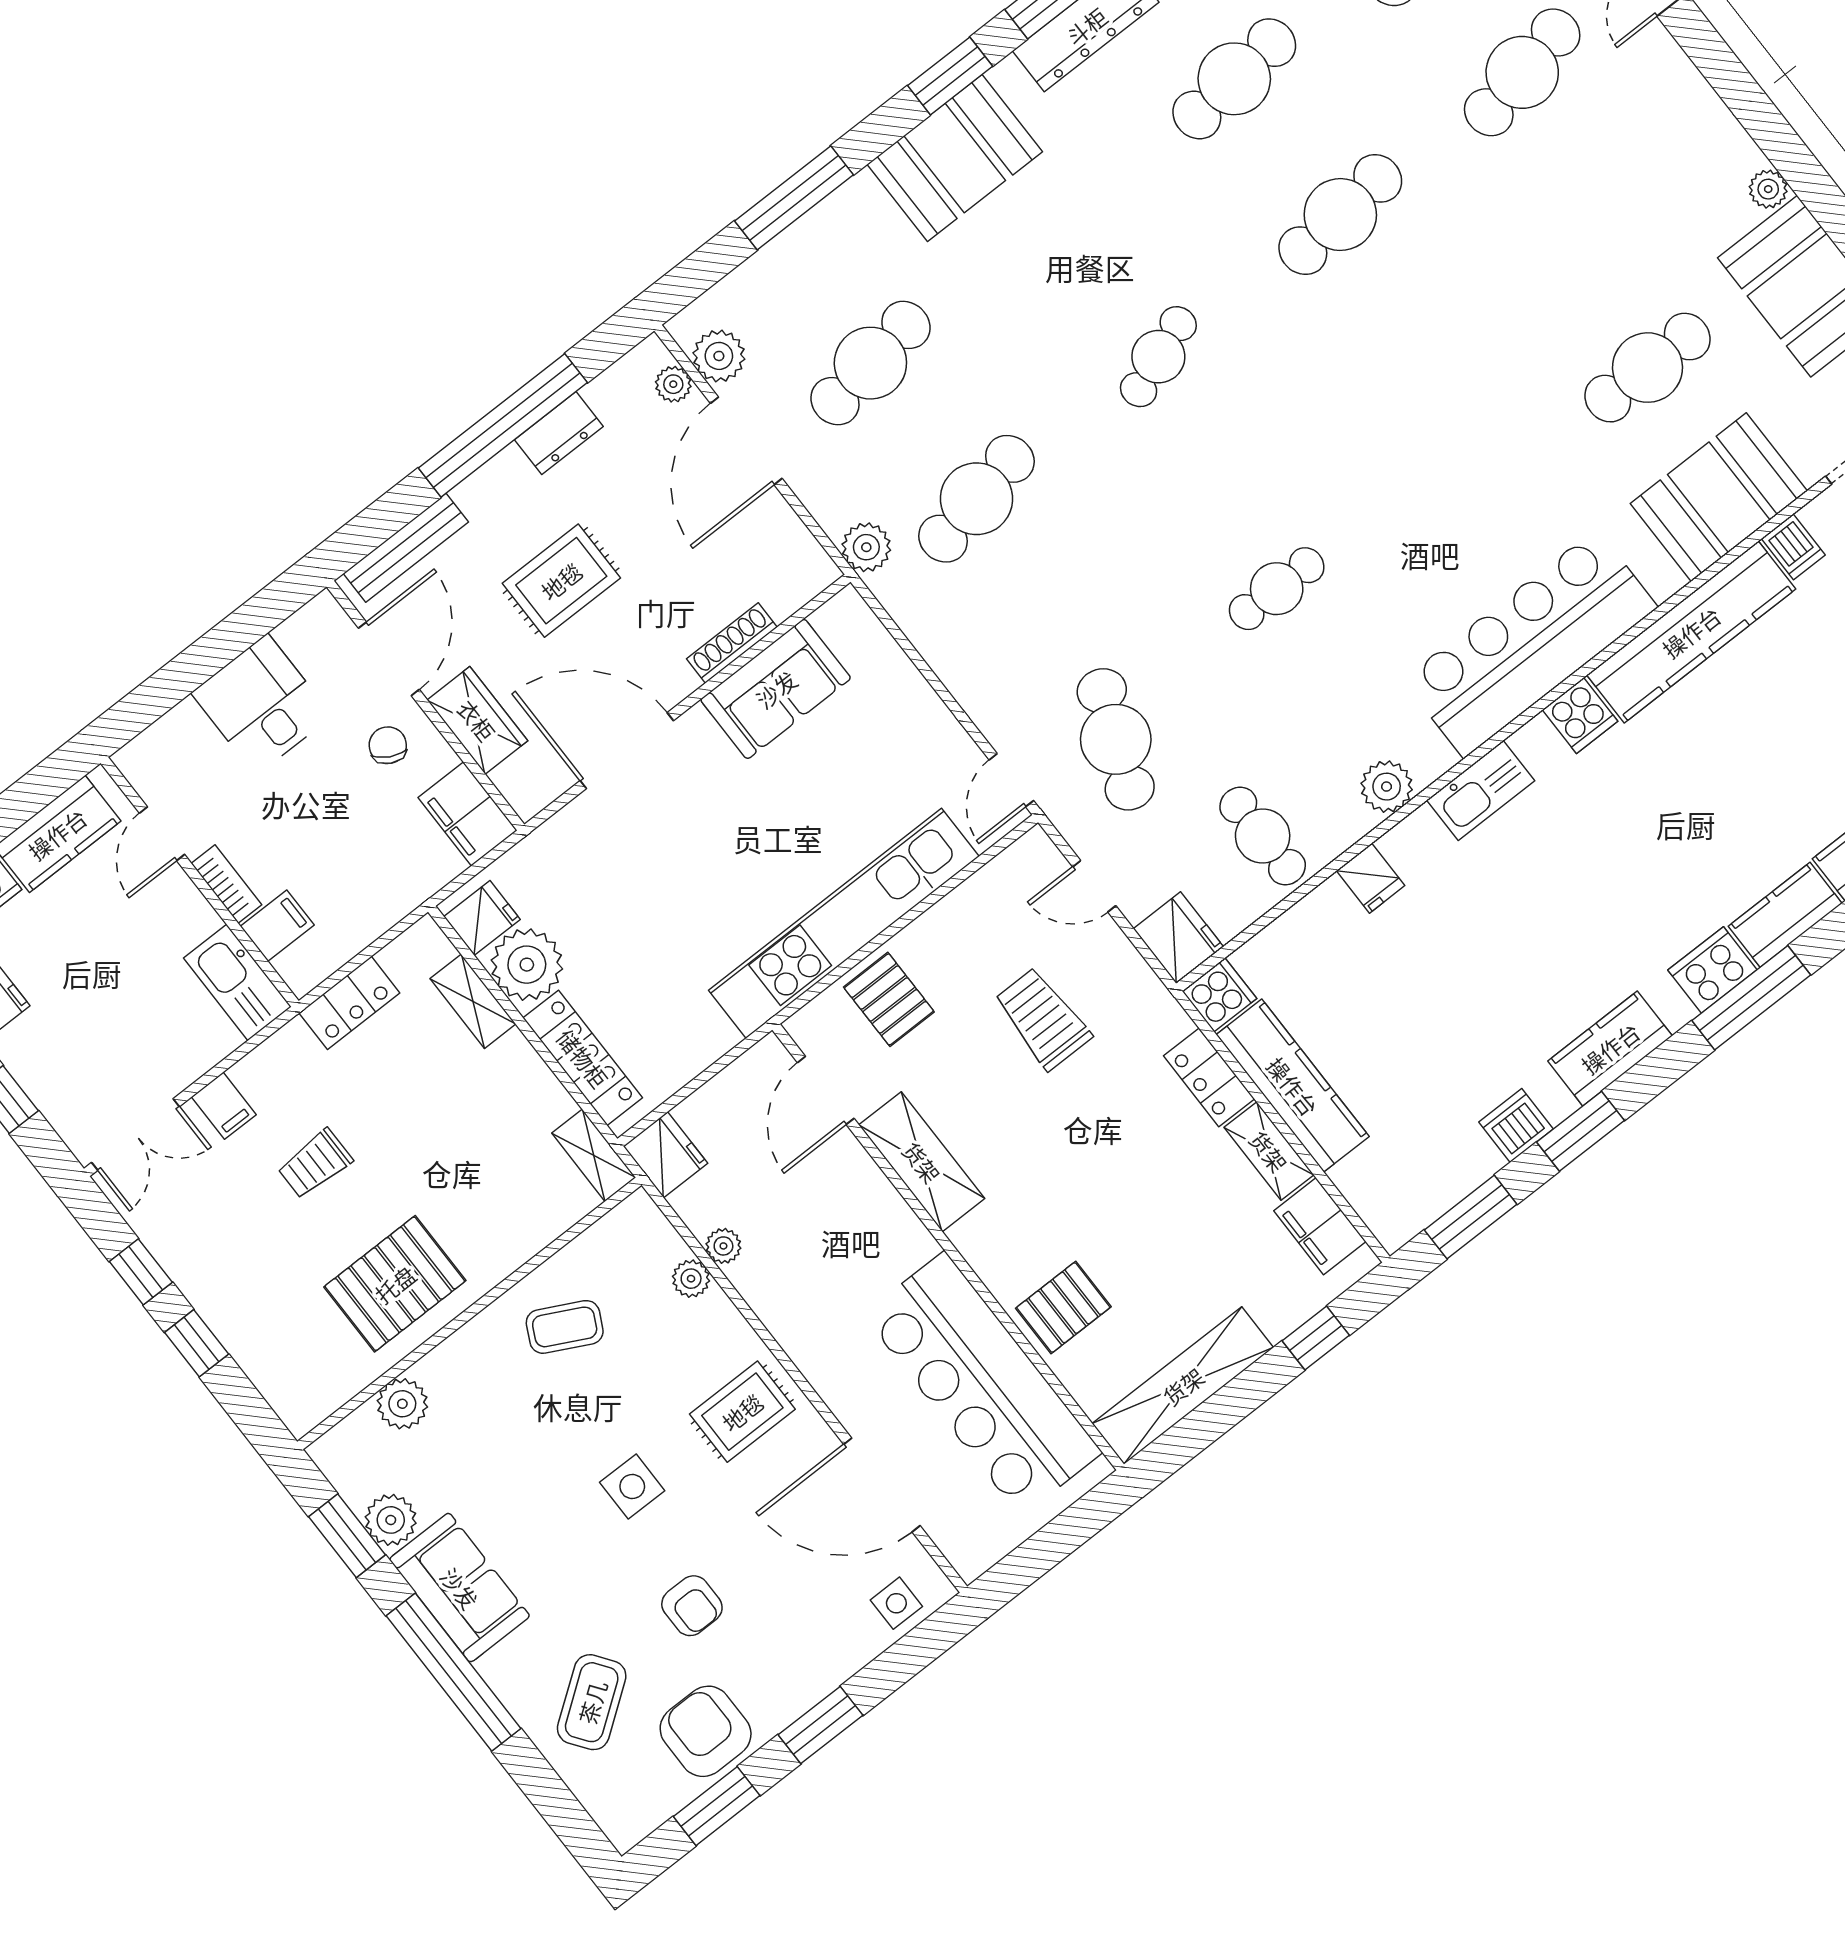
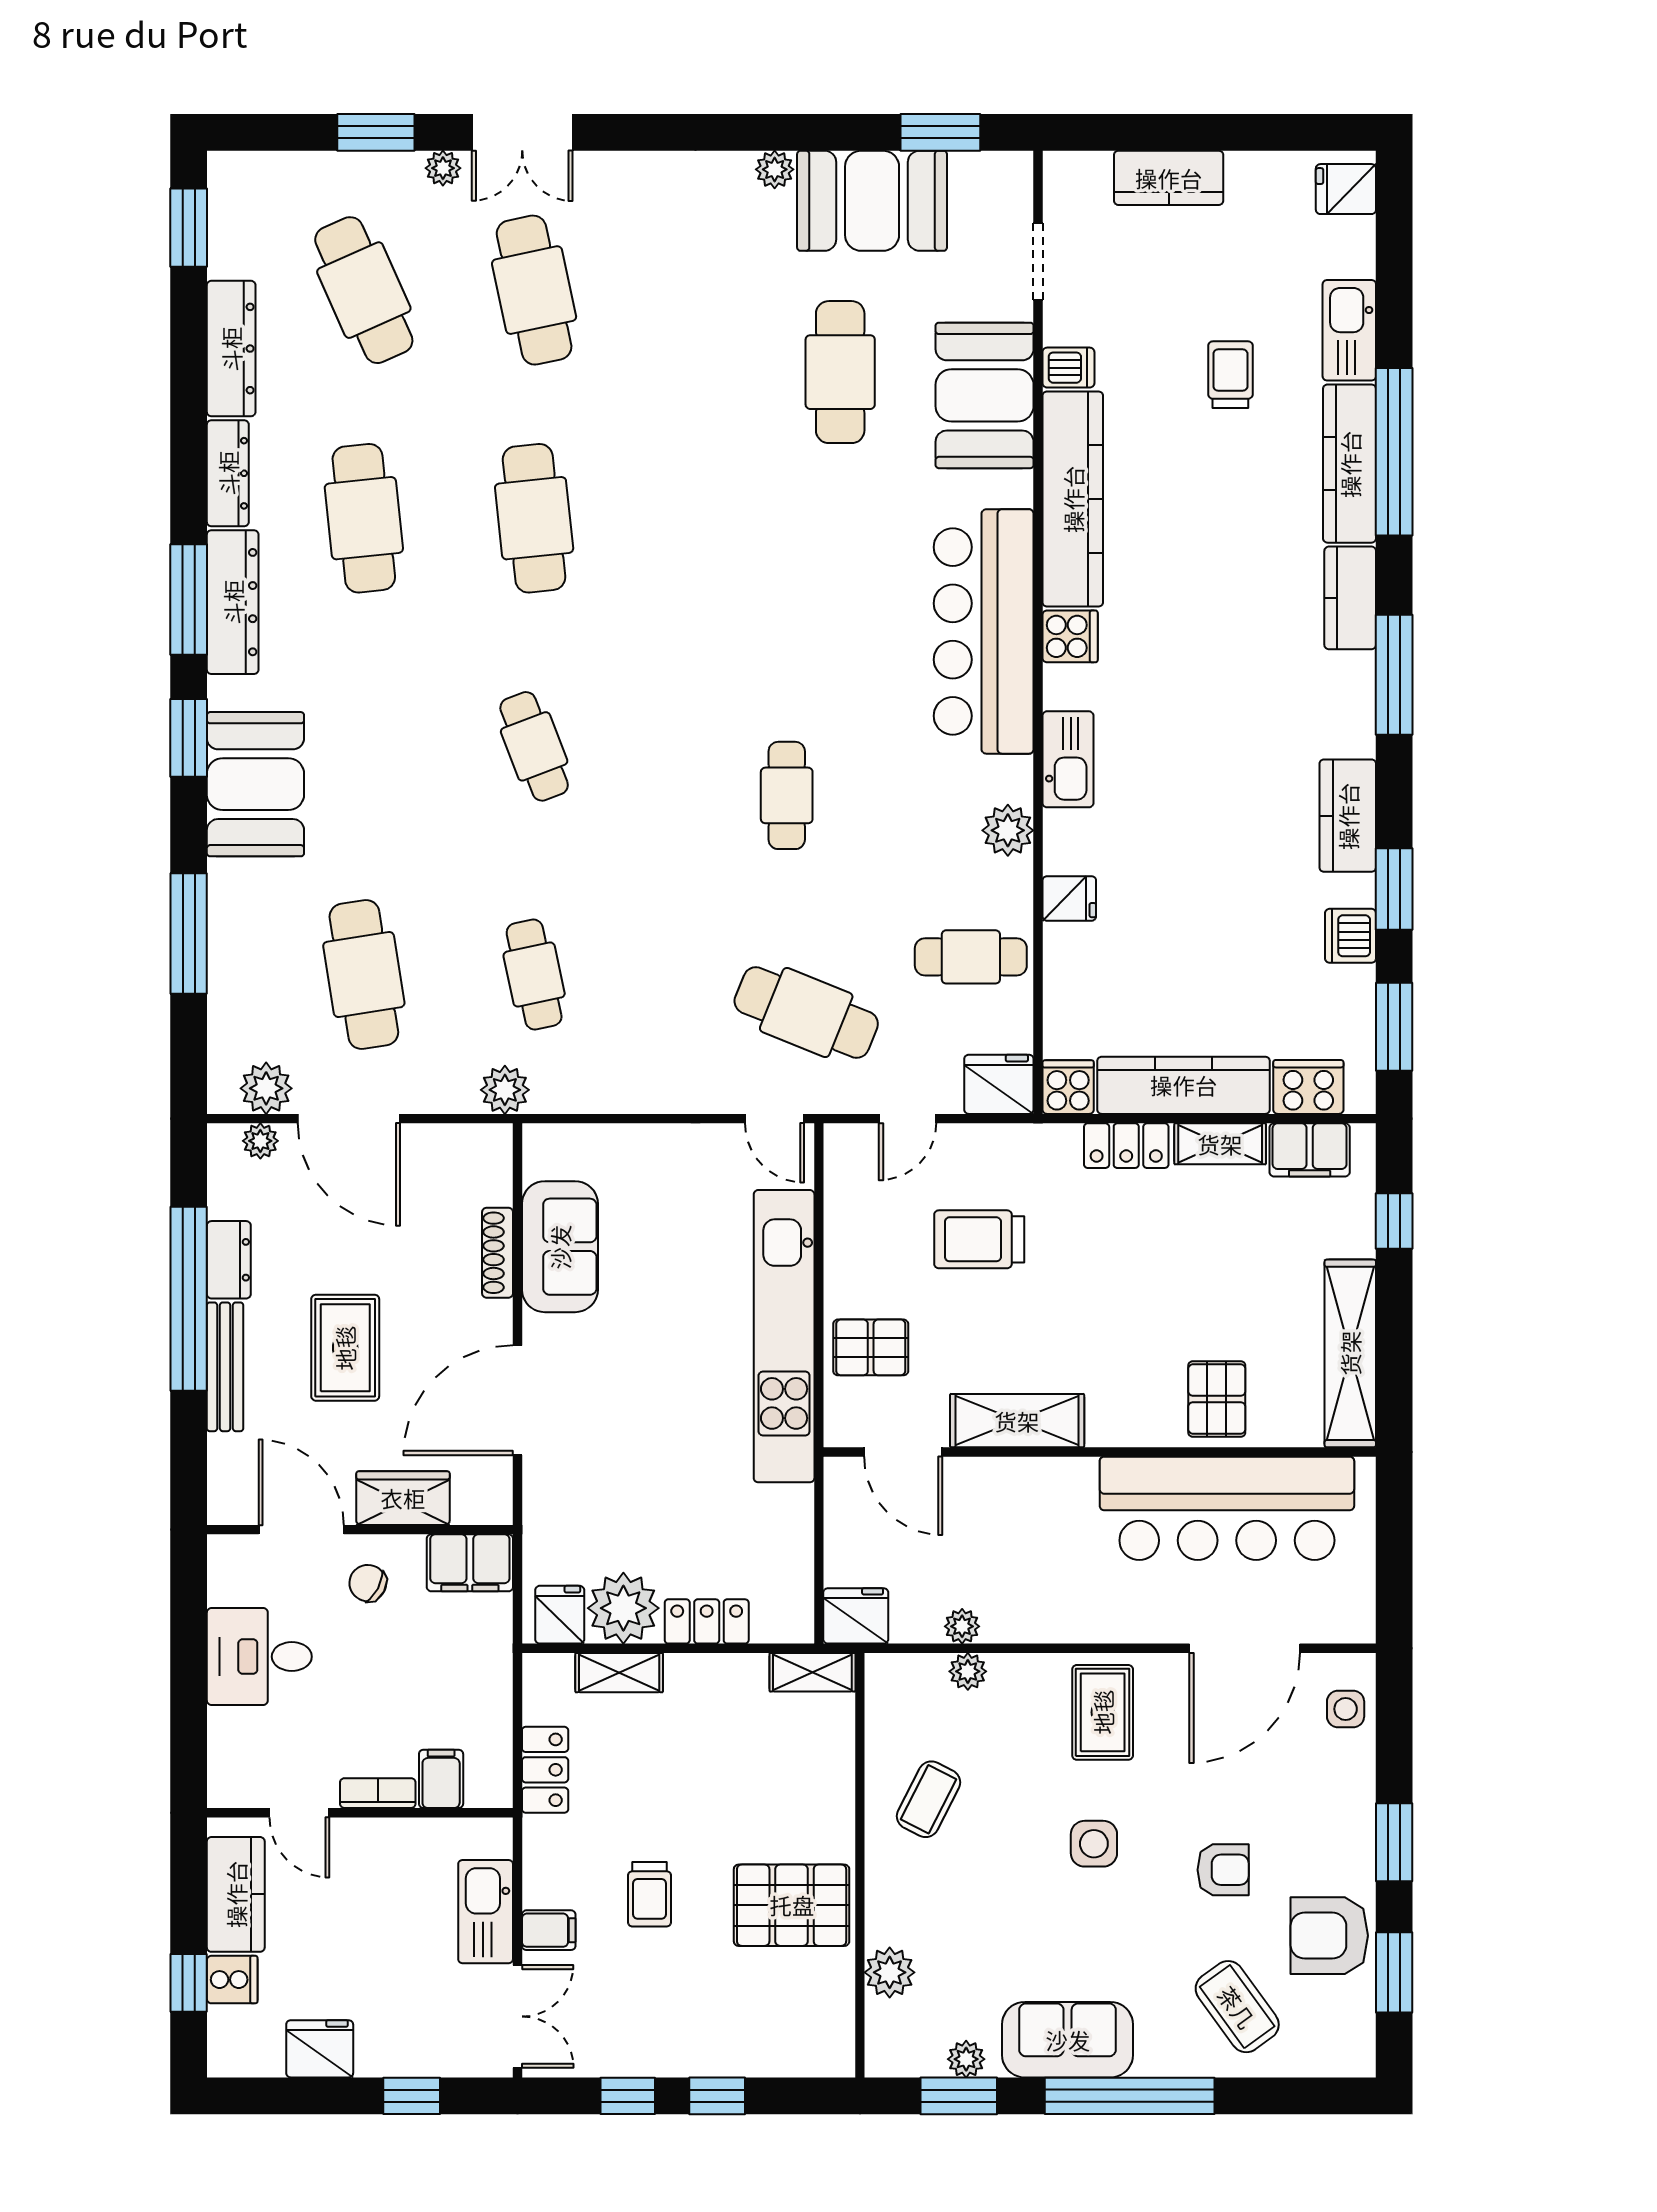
cafe table: (976, 499) -> (534, 975), width x0.73, depth x0.74
bench: (406, 548) -> (225, 1367), moved
cooker: (1712, 970) -> (1308, 1087), moved, turned 90
kitchen sink: (237, 983) -> (486, 1912), moved, turned 90
locker: (583, 1058) -> (707, 1621), width x0.66
pallet: (395, 1284) -> (792, 1905), turned 90
plant: (391, 1520) -> (966, 2059), width x0.73, depth x0.73

